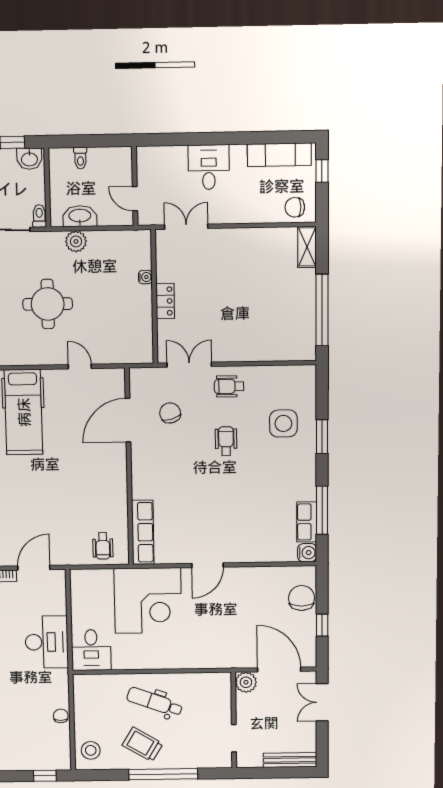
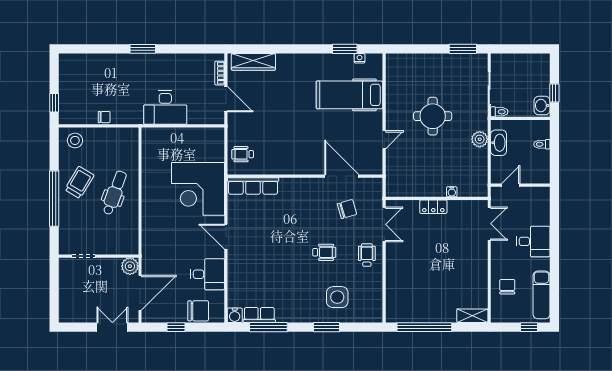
chair: (295, 207) -> (507, 287), moved
desk: (91, 650) -> (208, 274), moved, turned 180
bench: (290, 760) -> (65, 301), removed

